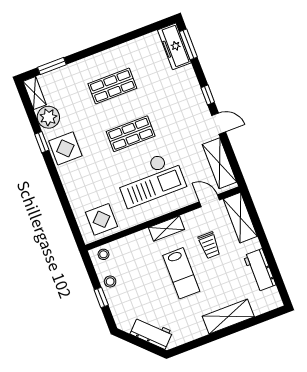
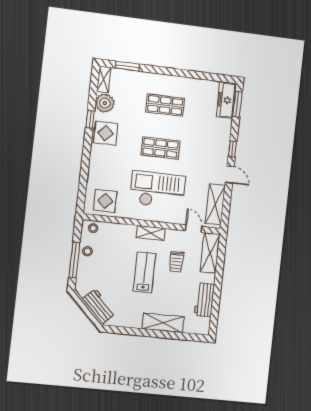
checkout: (150, 179) -> (158, 190), turned 180
lab bench: (181, 273) -> (145, 272), turned 180
window: (101, 297) -> (74, 260), width x2.17

